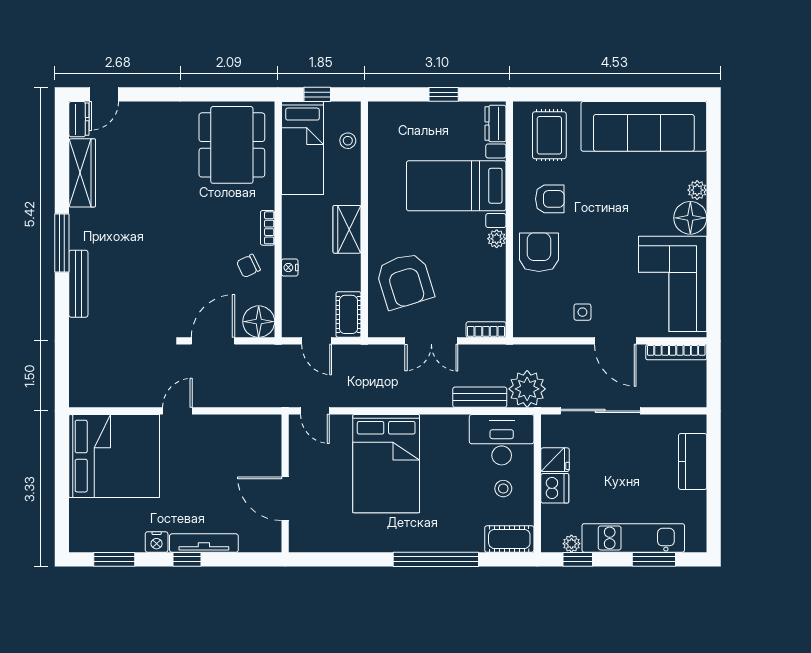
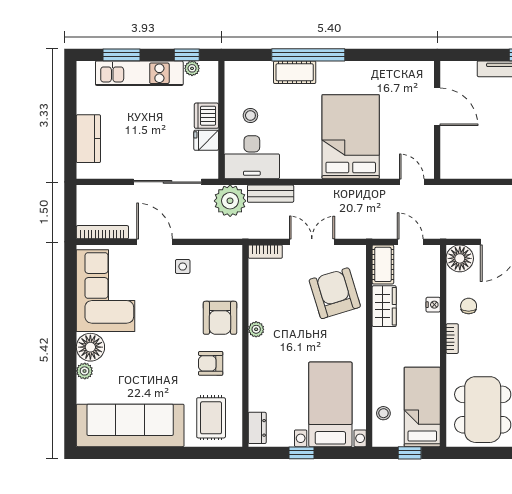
bed with nightstands: (456, 186) -> (330, 404), moved, turned -90
wardrobe: (347, 229) -> (384, 306), moved
chair: (248, 266) -> (469, 306), turned -64
cot: (509, 539) -> (295, 72), moved

